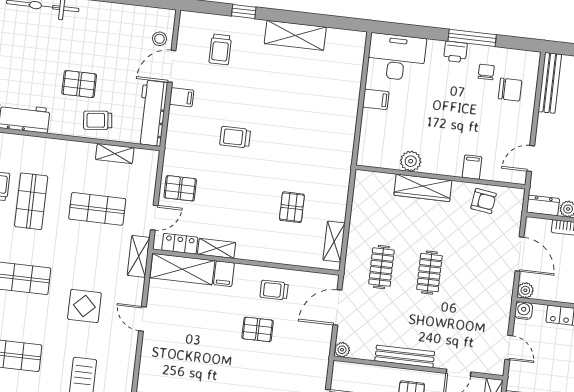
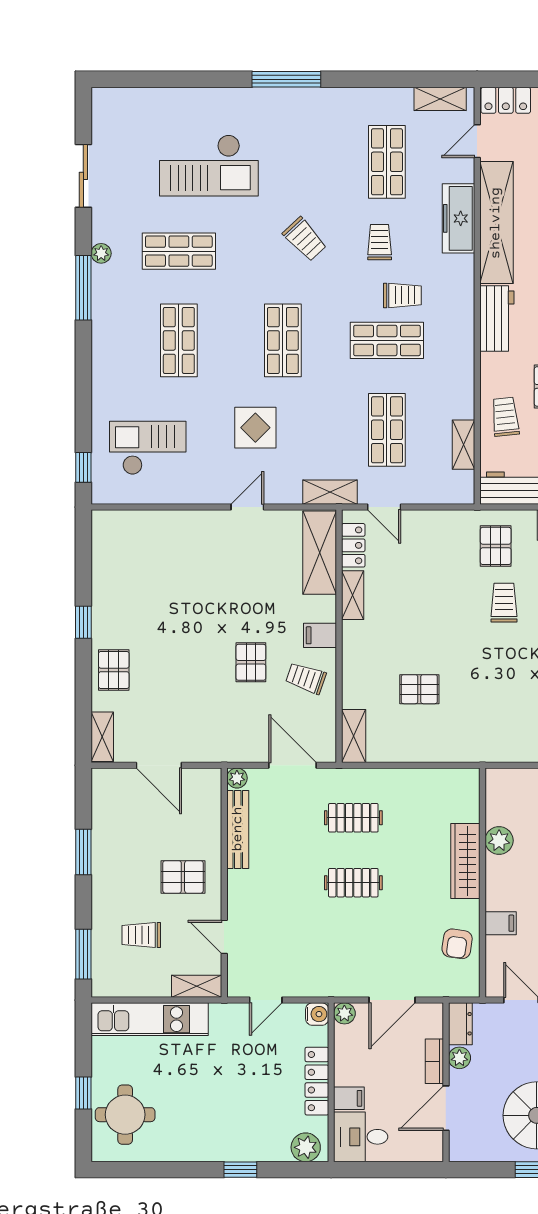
pallet: (180, 188) -> (496, 546), moved
shelving: (334, 242) -> (354, 736), moved, turned 90
filing cabinet: (224, 274) -> (320, 635), moved
trolley: (274, 290) -> (306, 678), turned -71
bench: (405, 356) -> (238, 829), moved

